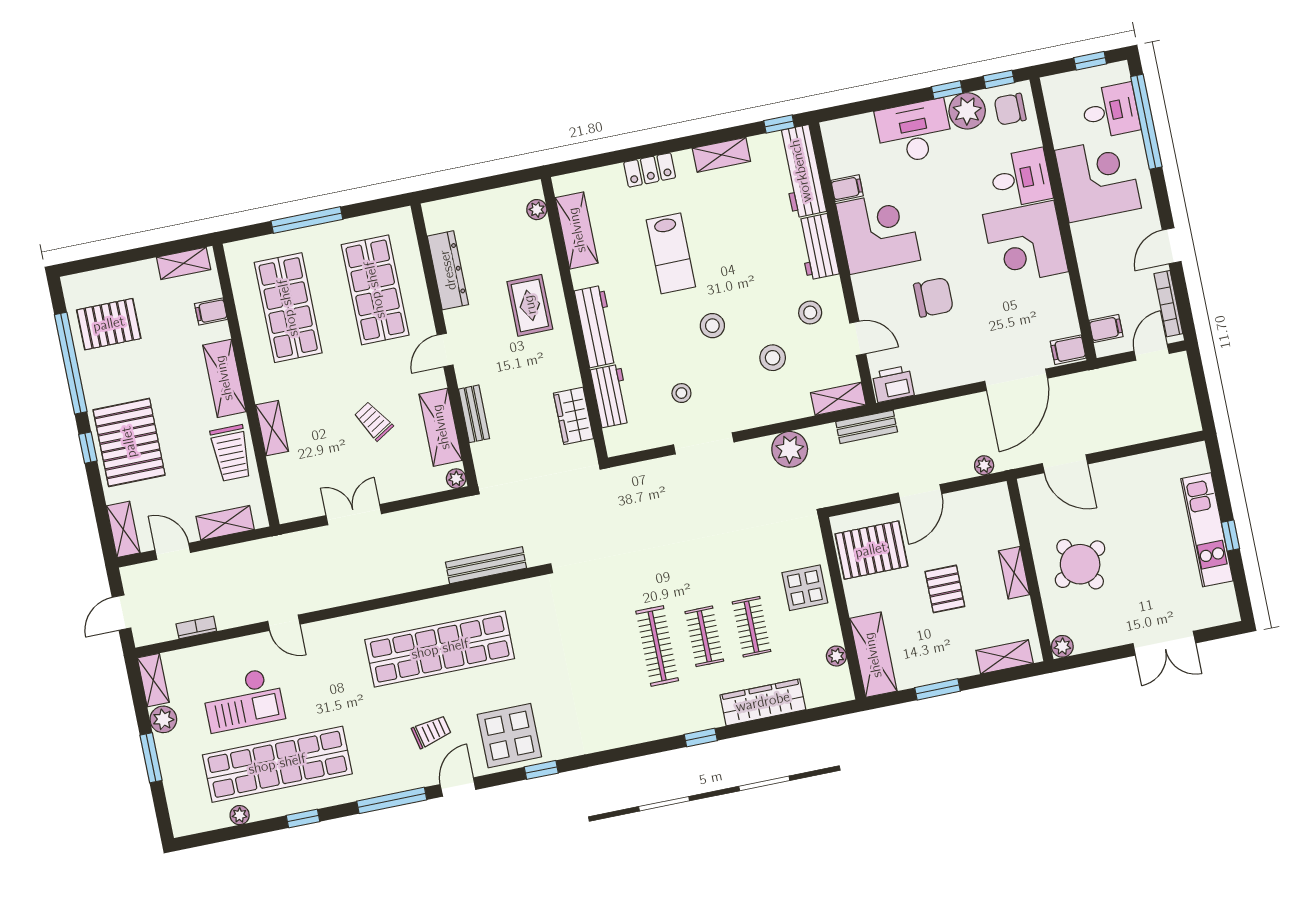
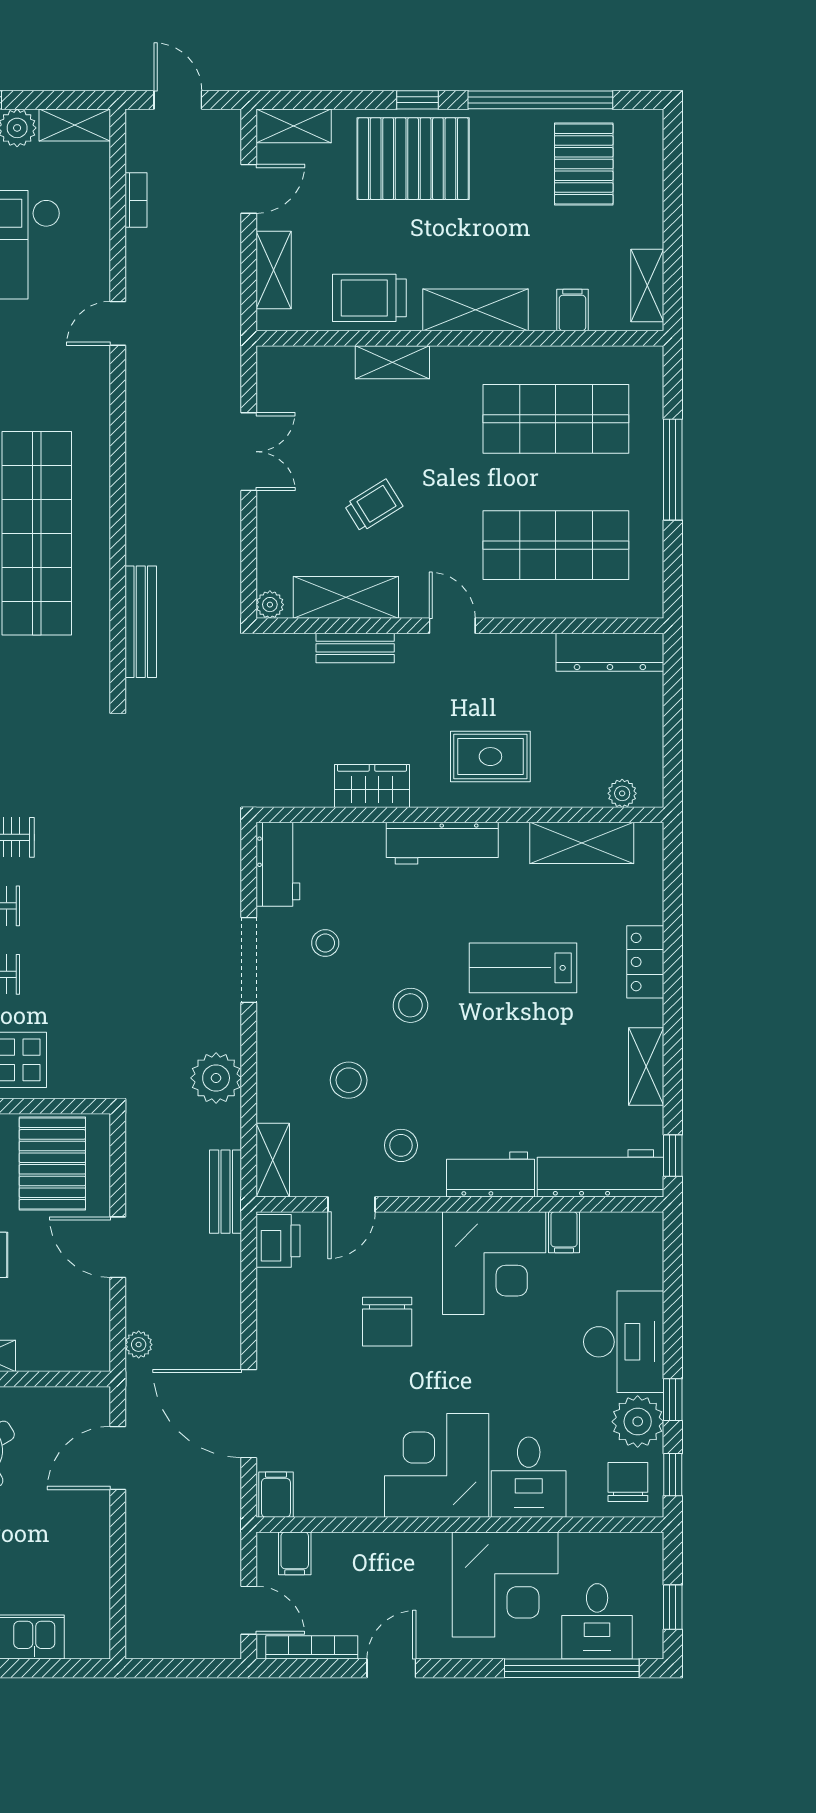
door: (1172, 246) -> (391, 1668), hinge flipped
dresser: (448, 270) -> (610, 652), moved
workbench: (611, 396) -> (278, 864), moved, turned -90
wardrobe: (573, 416) -> (372, 786), moved

